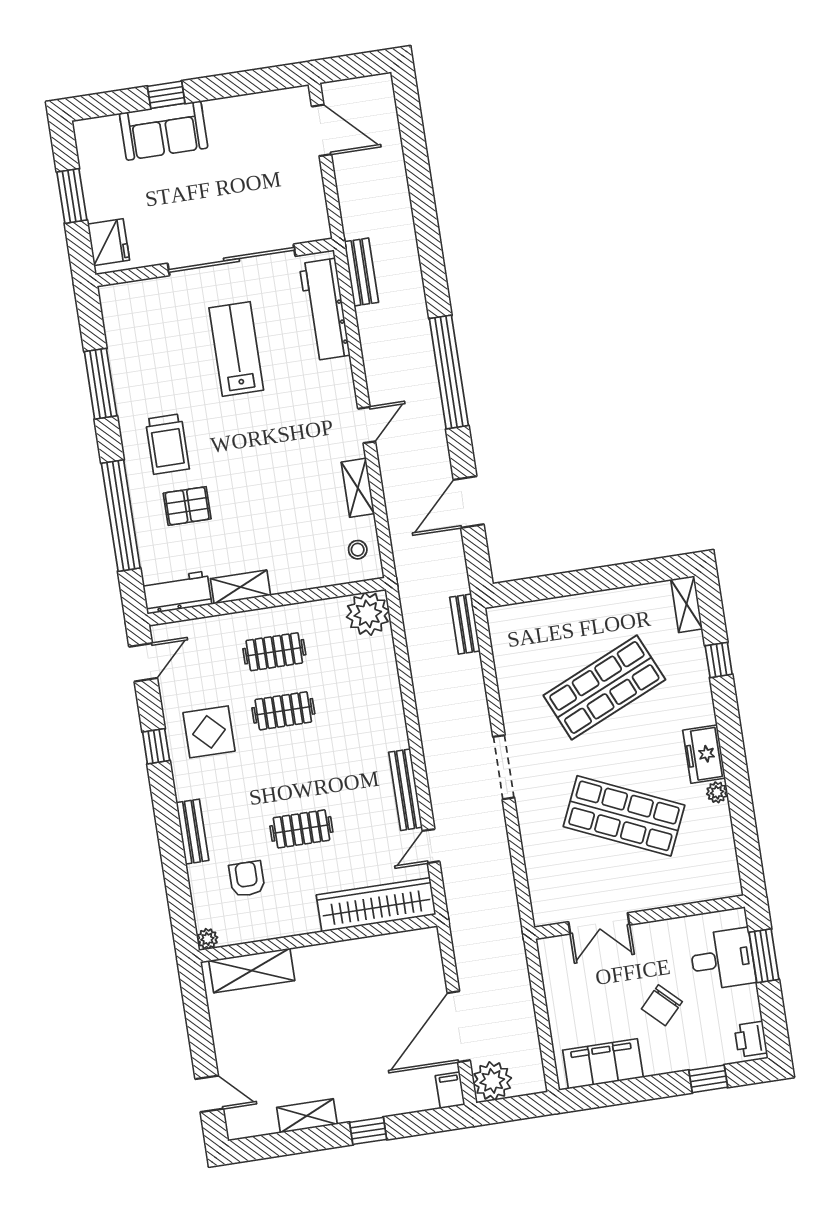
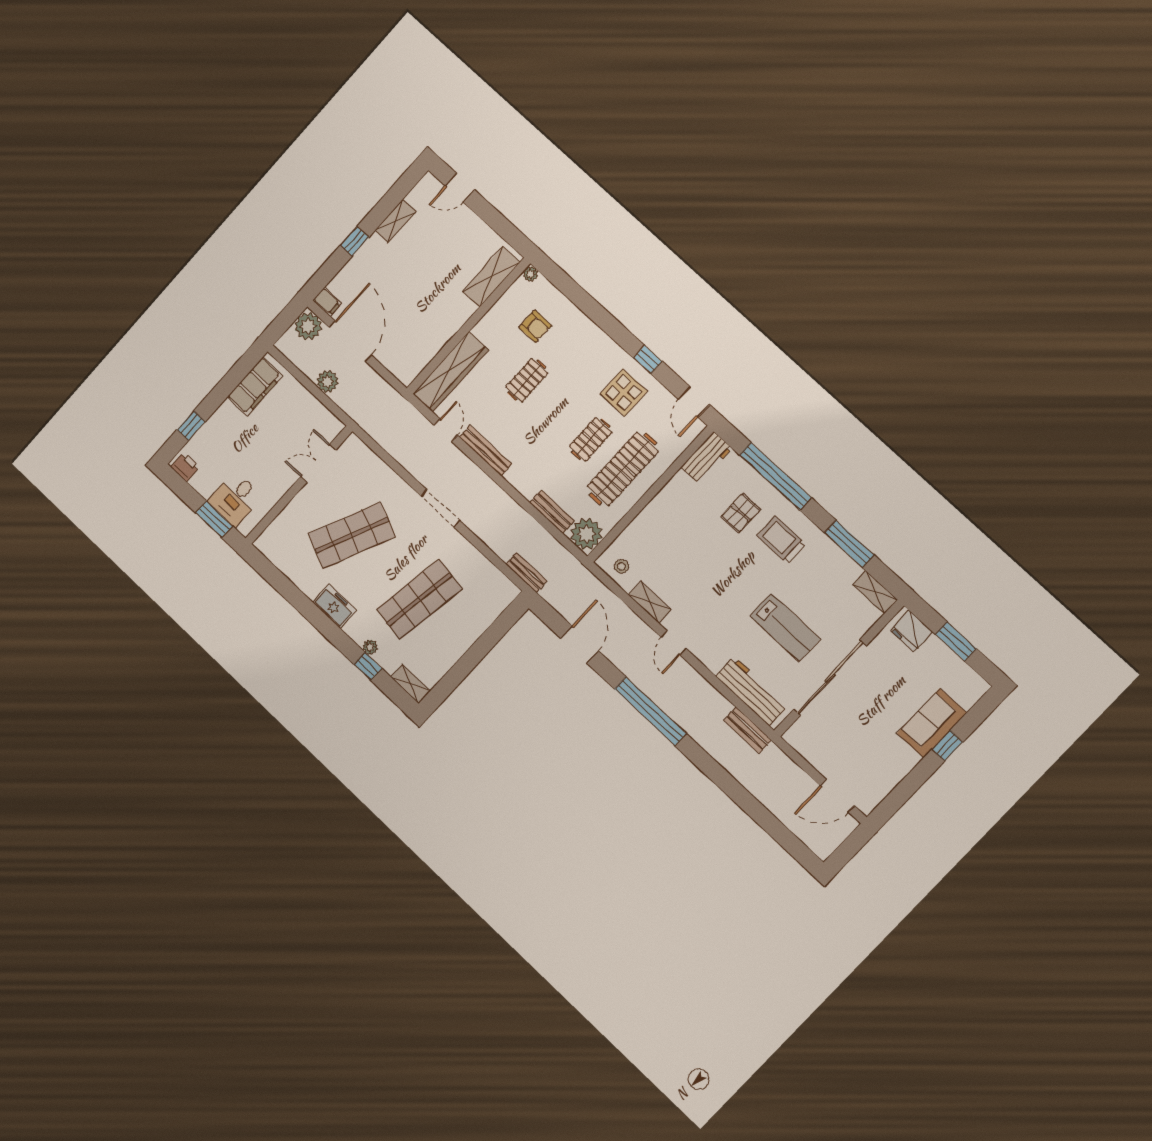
shelving: (241, 587) -> (875, 592), moved, turned 90
clothes rail: (274, 652) -> (623, 469), width x1.86, depth x1.31
shop shelf: (604, 687) -> (419, 599), turned 33
plant: (717, 792) -> (370, 647), moved
bench: (192, 832) -> (552, 512), moved
plant: (518, 1004) -> (328, 381), added
chair: (662, 1005) -> (248, 446), removed

